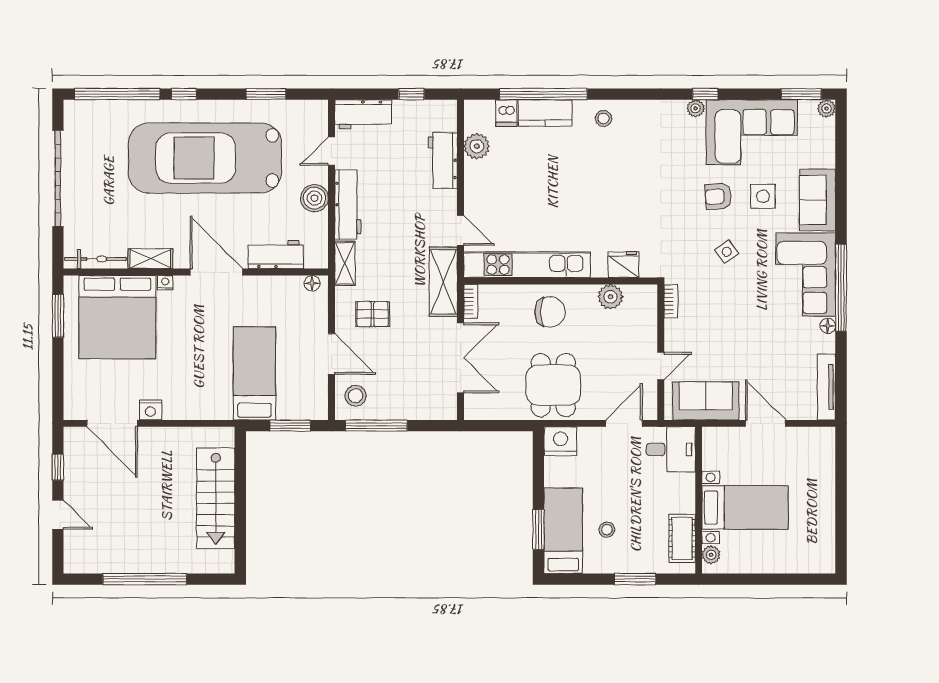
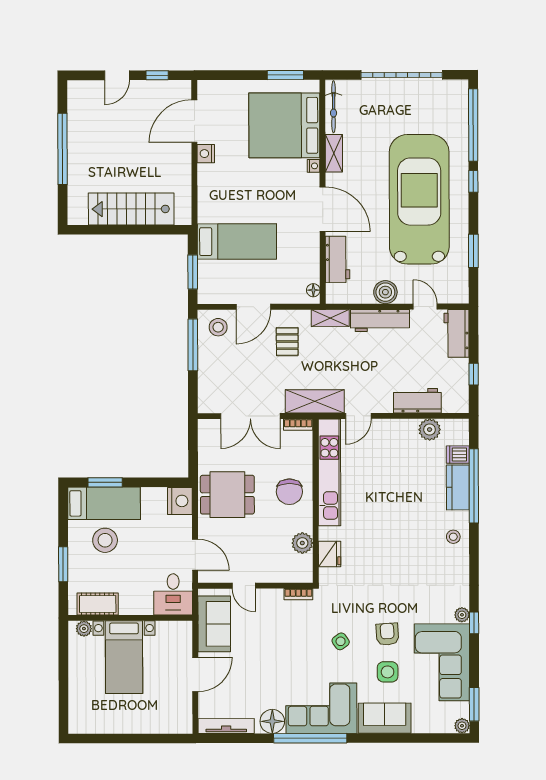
door: (216, 272) -> (323, 209), hinge flipped
floor lamp: (828, 326) -> (272, 721), width x1.89, depth x1.89
stool: (607, 530) -> (105, 540), width x1.89, depth x1.89

